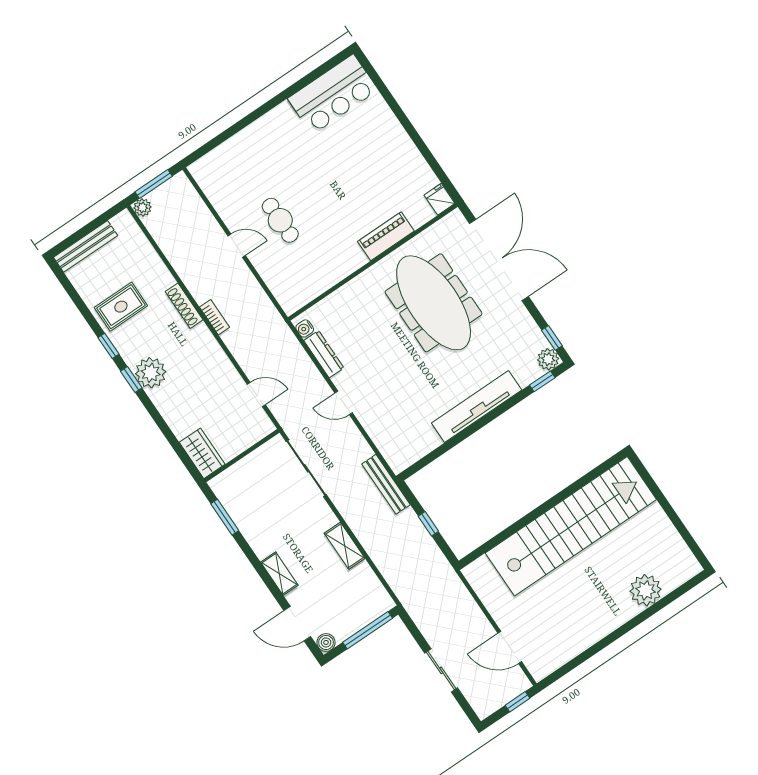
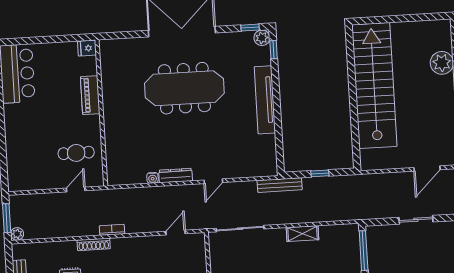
fridge: (439, 199) -> (87, 48), moved
piano: (386, 236) -> (90, 95), moved
wall: (373, 262) -> (101, 113), moved

